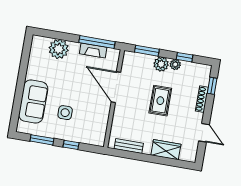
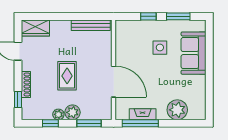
bench: (129, 146) -> (91, 25), width x1.36
wardrobe: (166, 150) -> (35, 28), moved

